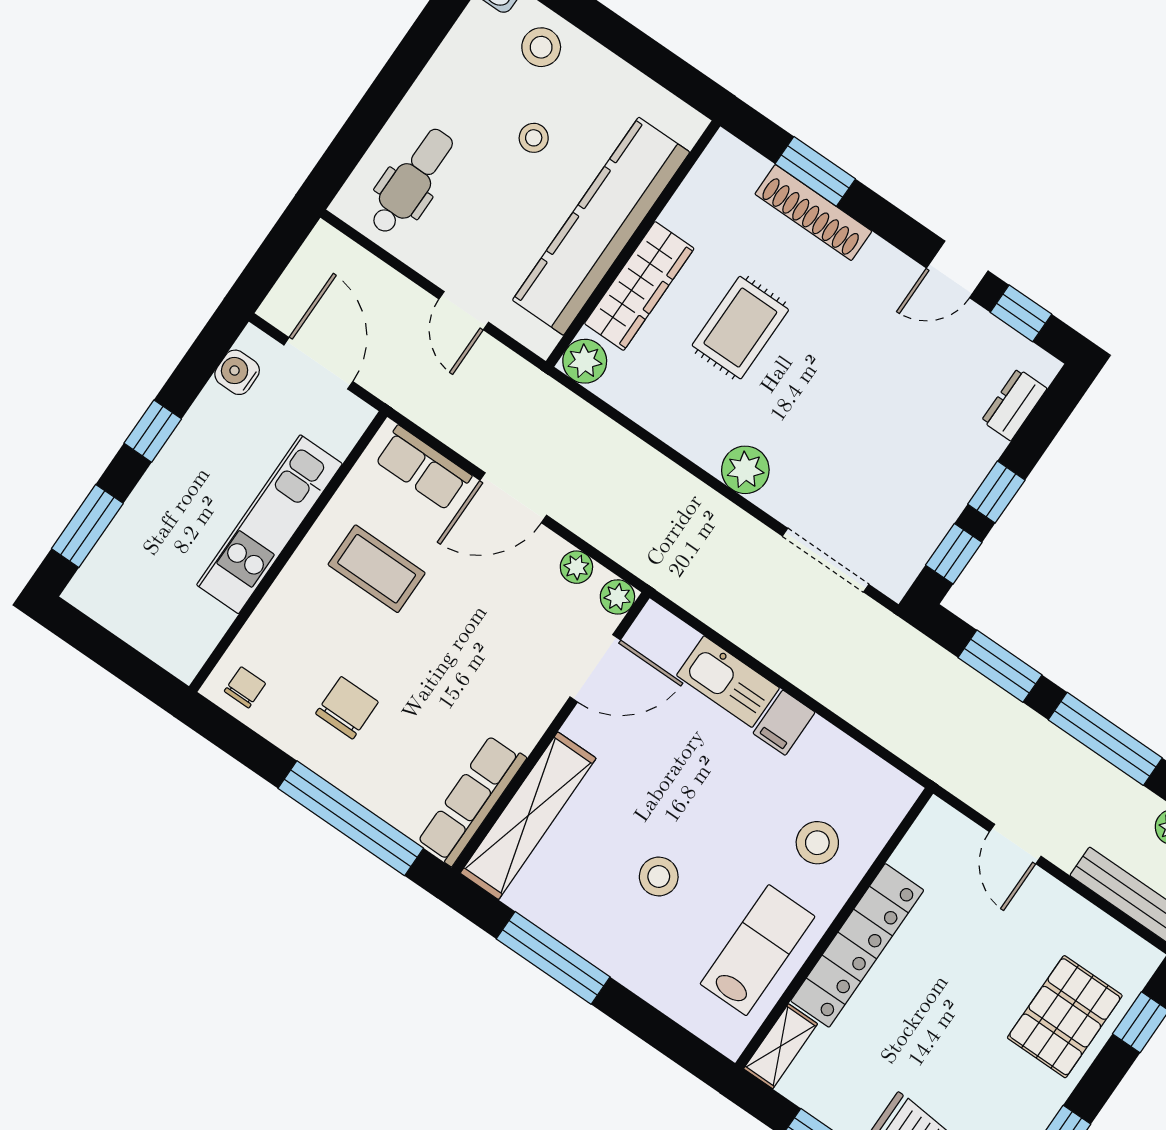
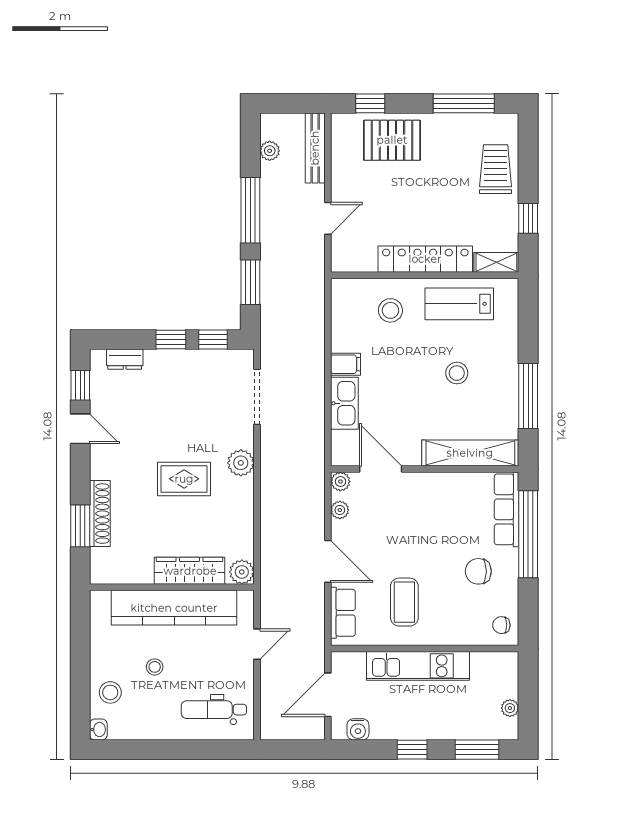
rug: (740, 328) -> (184, 479), moved
plant: (115, 616) -> (510, 708), added
row of seats: (472, 800) -> (507, 509), moved, turned 90

